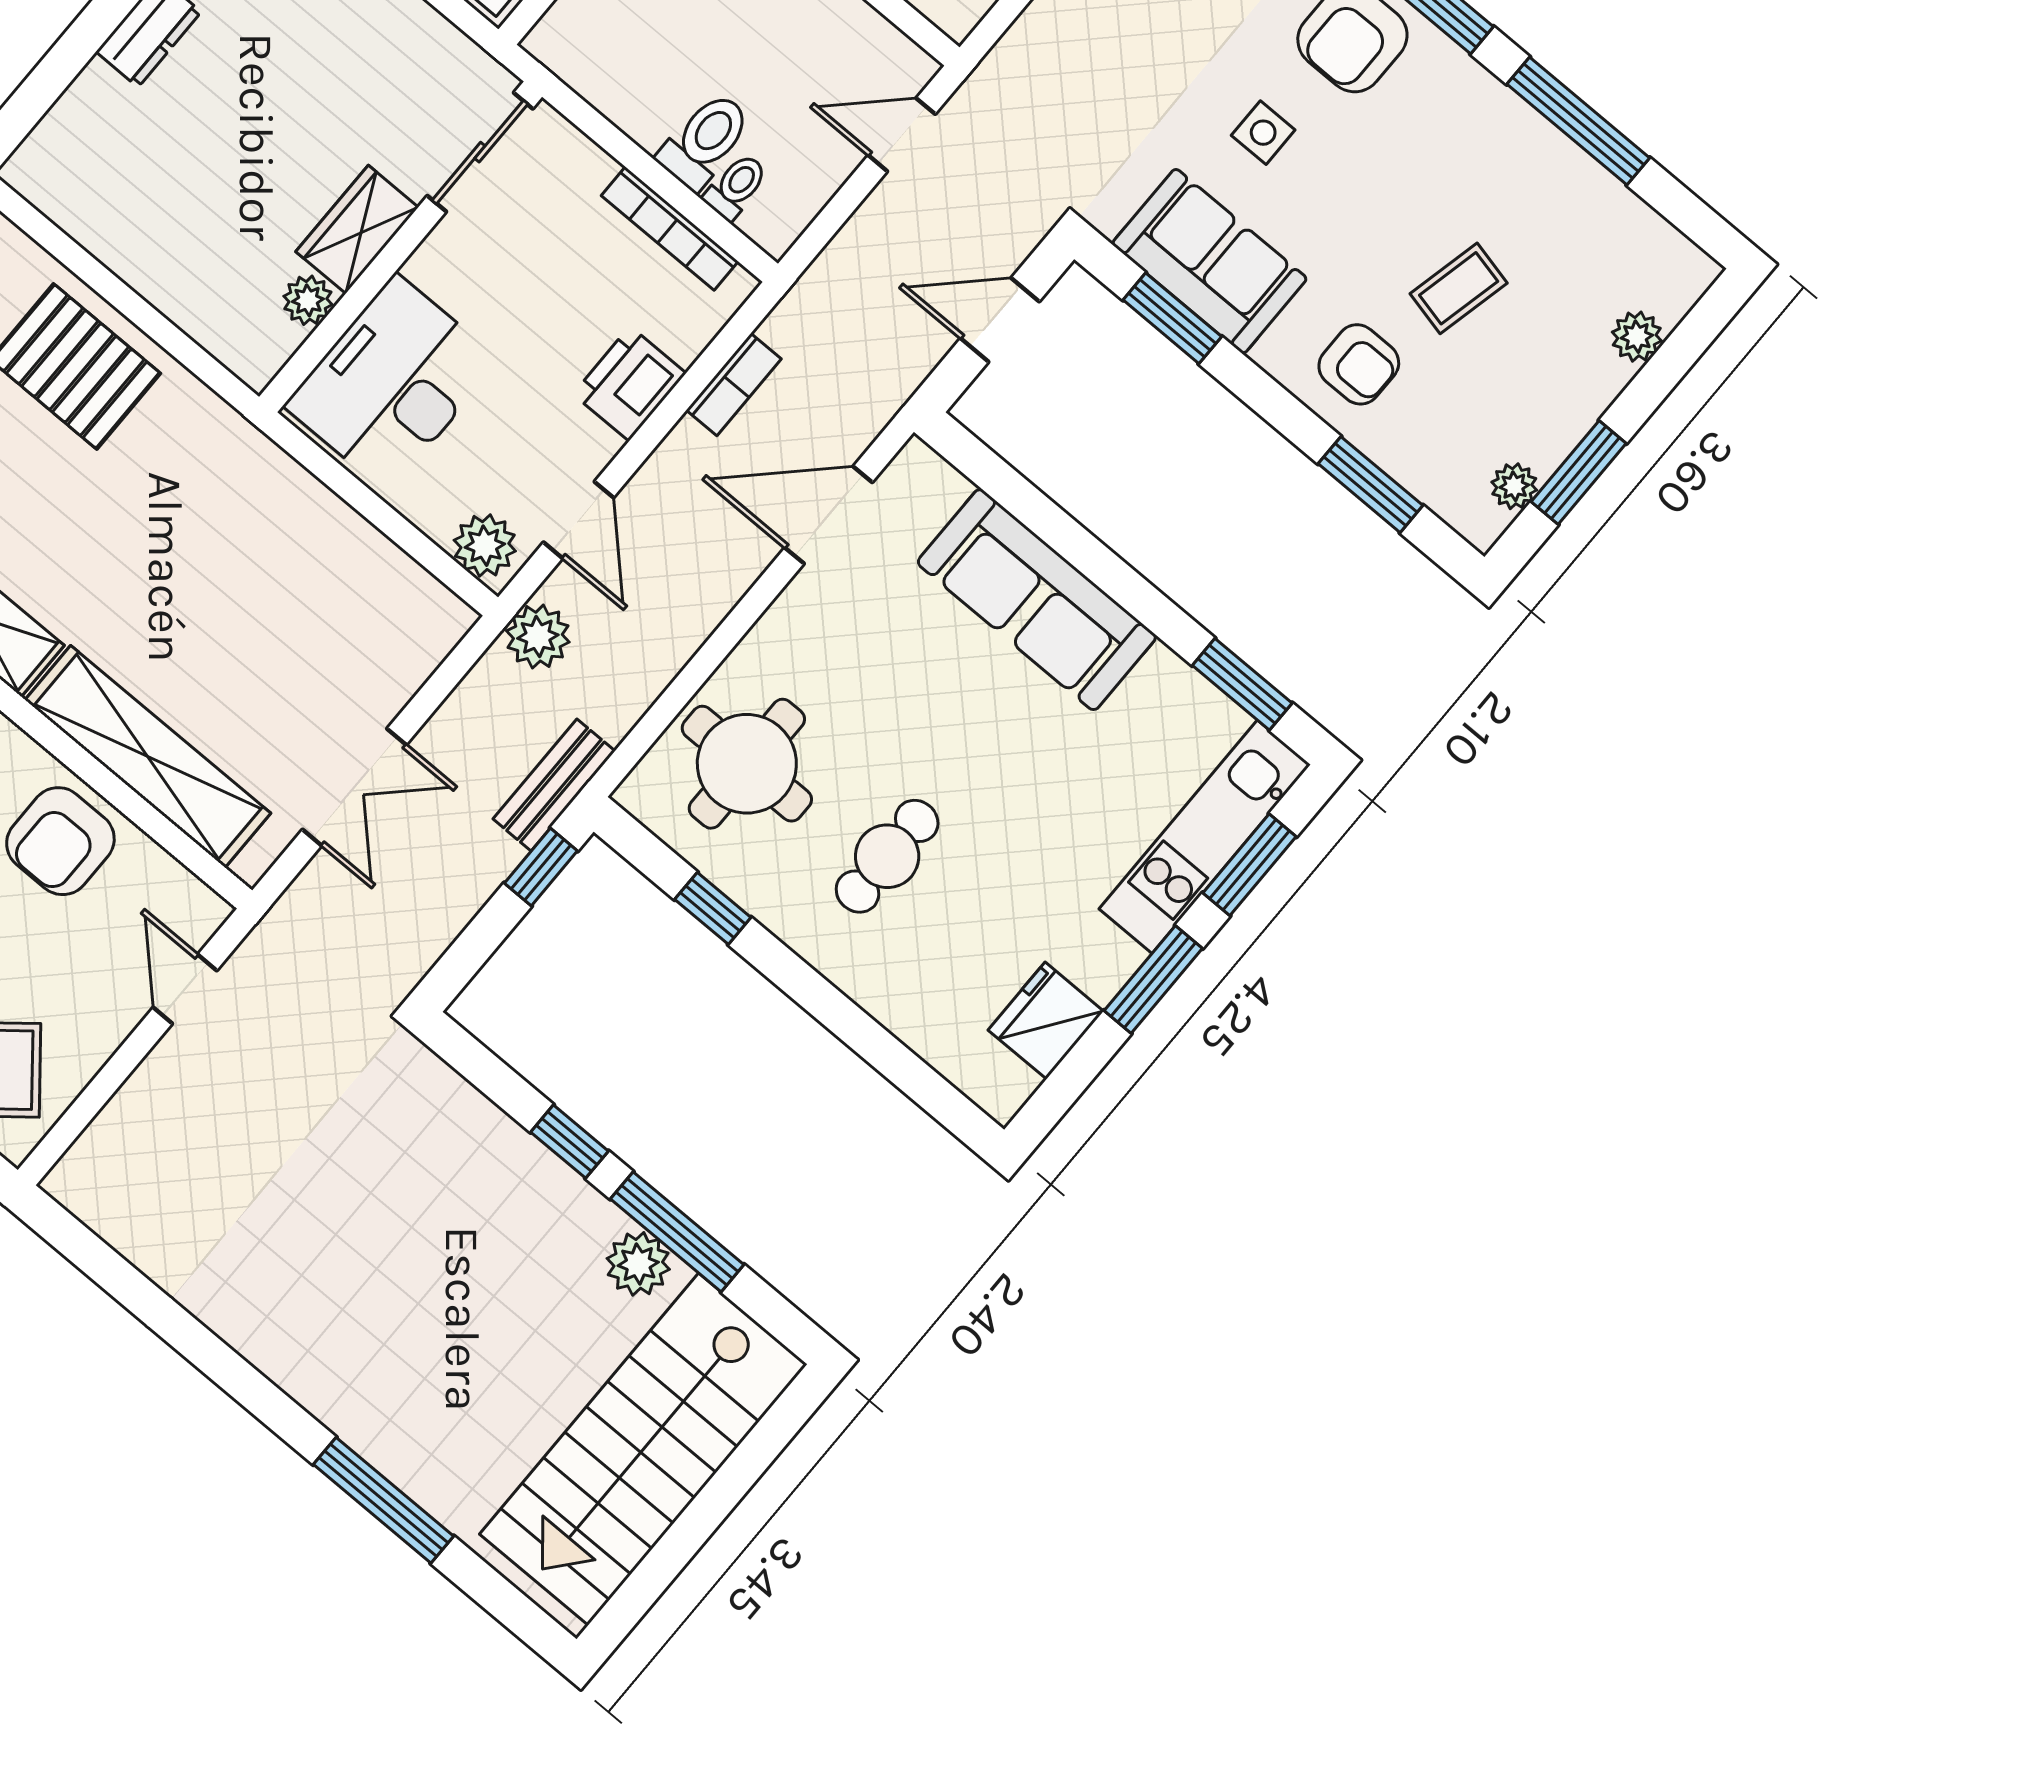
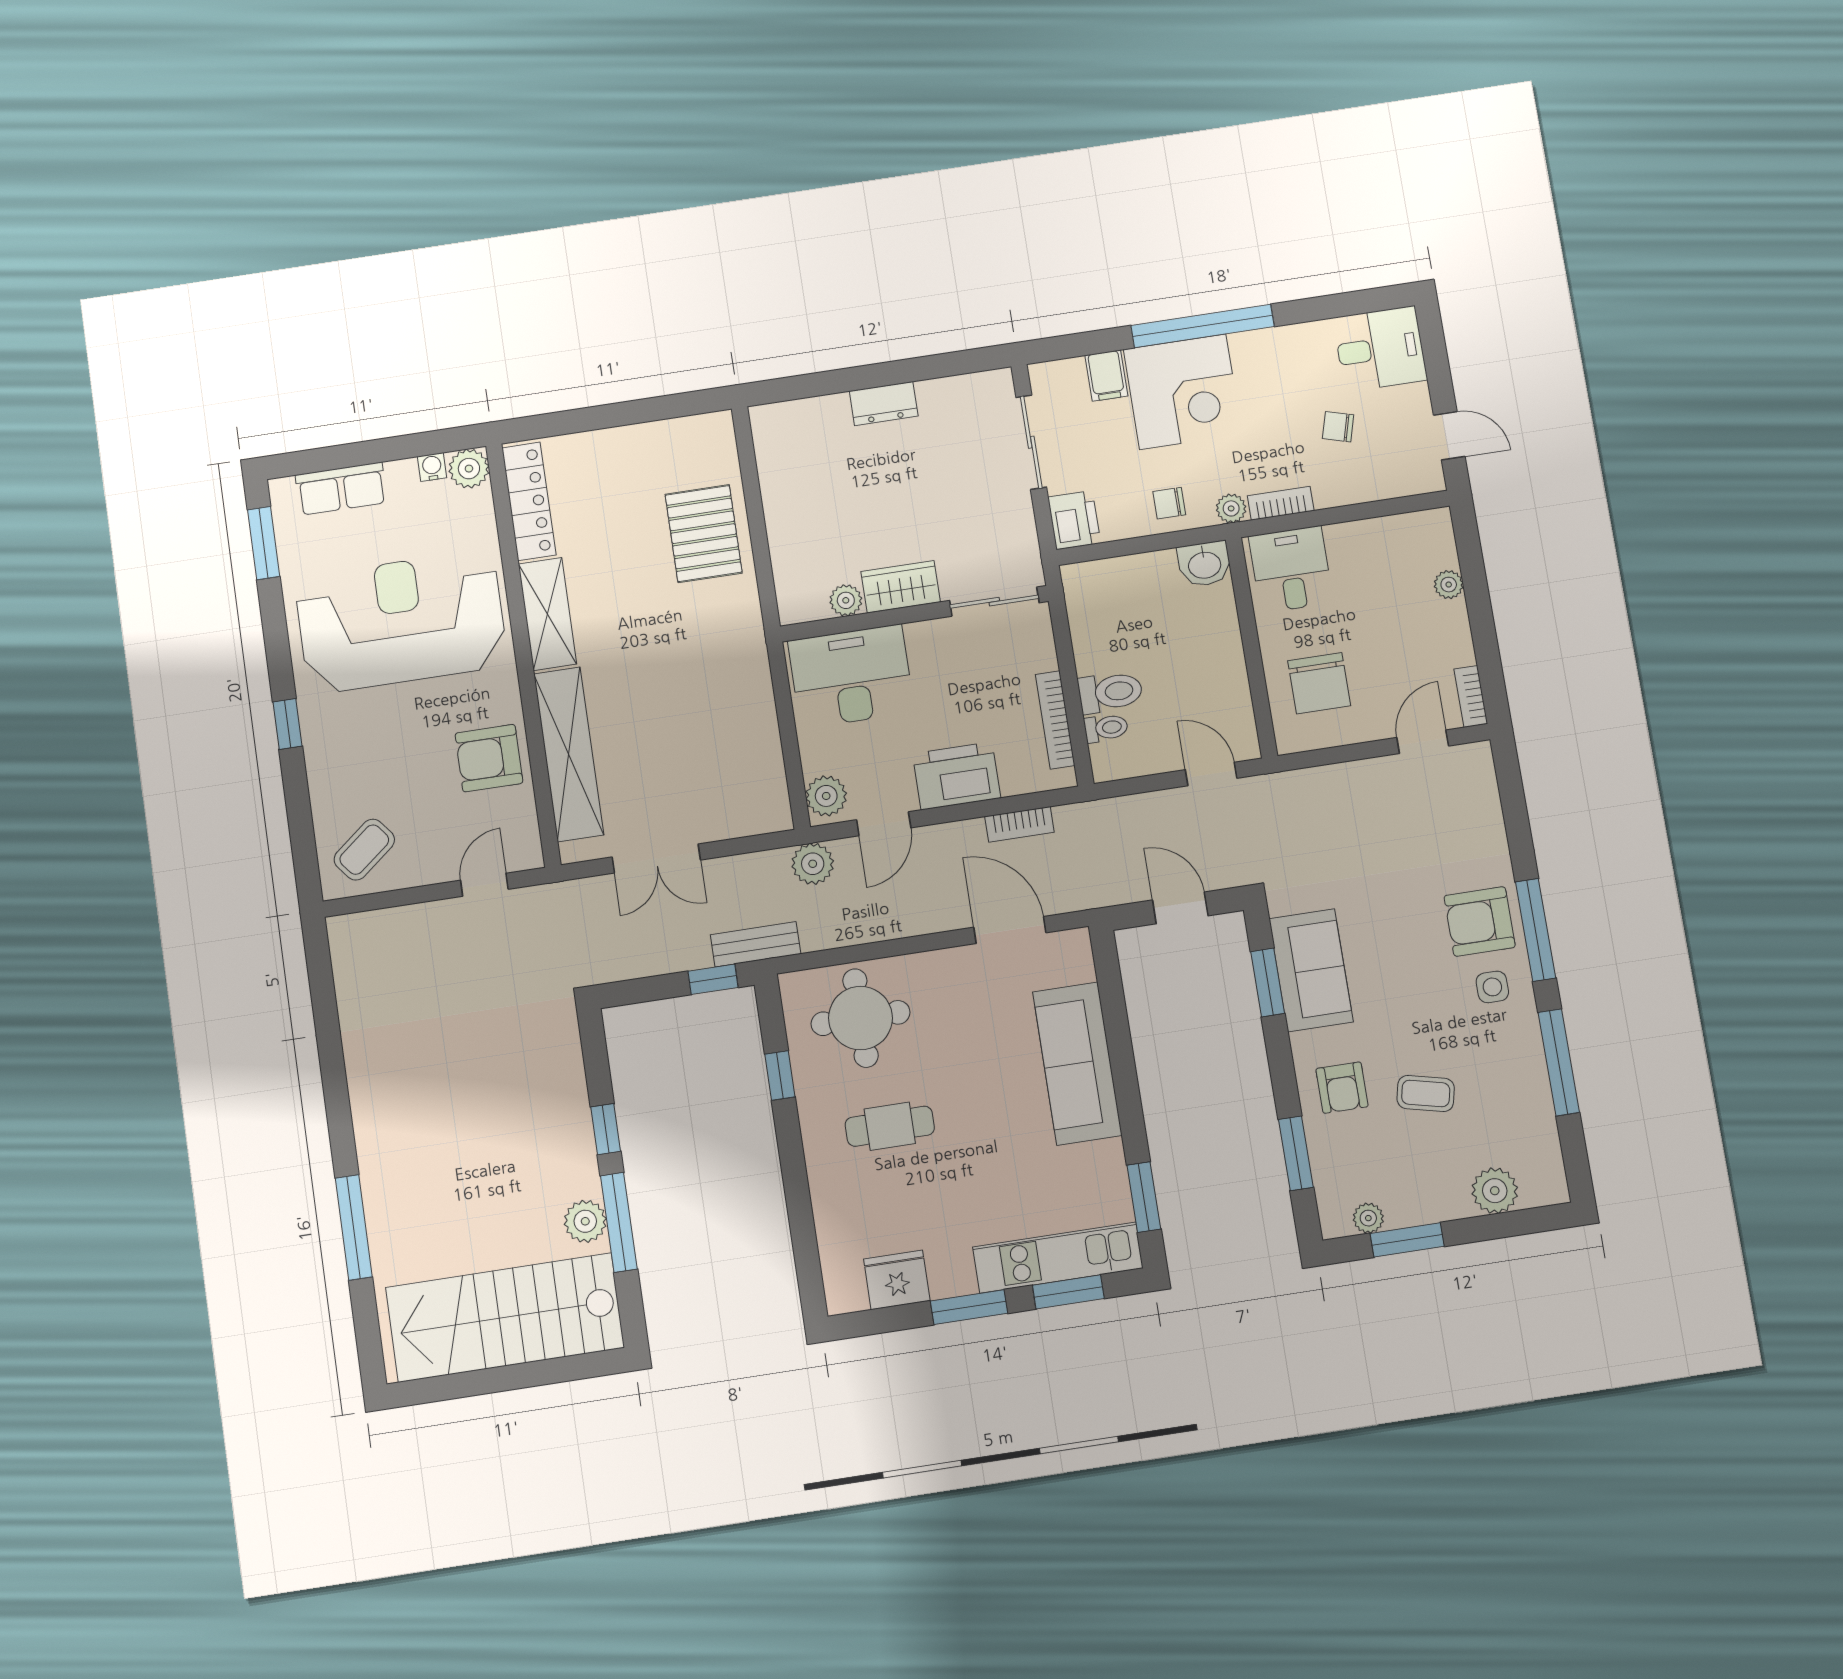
side table: (1263, 133) -> (1492, 987), moved
plant: (1637, 337) -> (1495, 1191), width x1.38, depth x1.38
printer: (630, 384) -> (957, 776), width x1.37, depth x1.19

